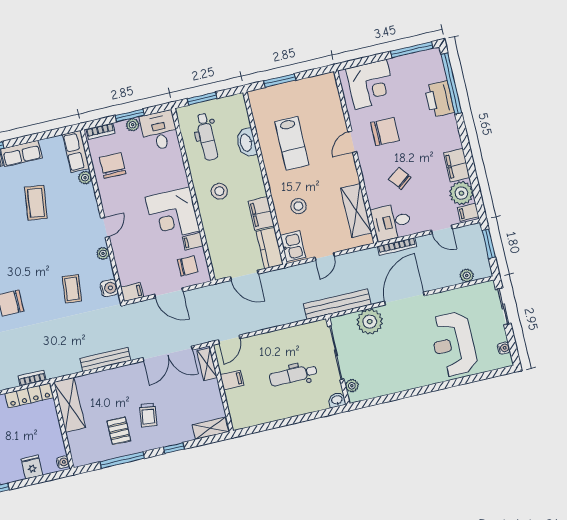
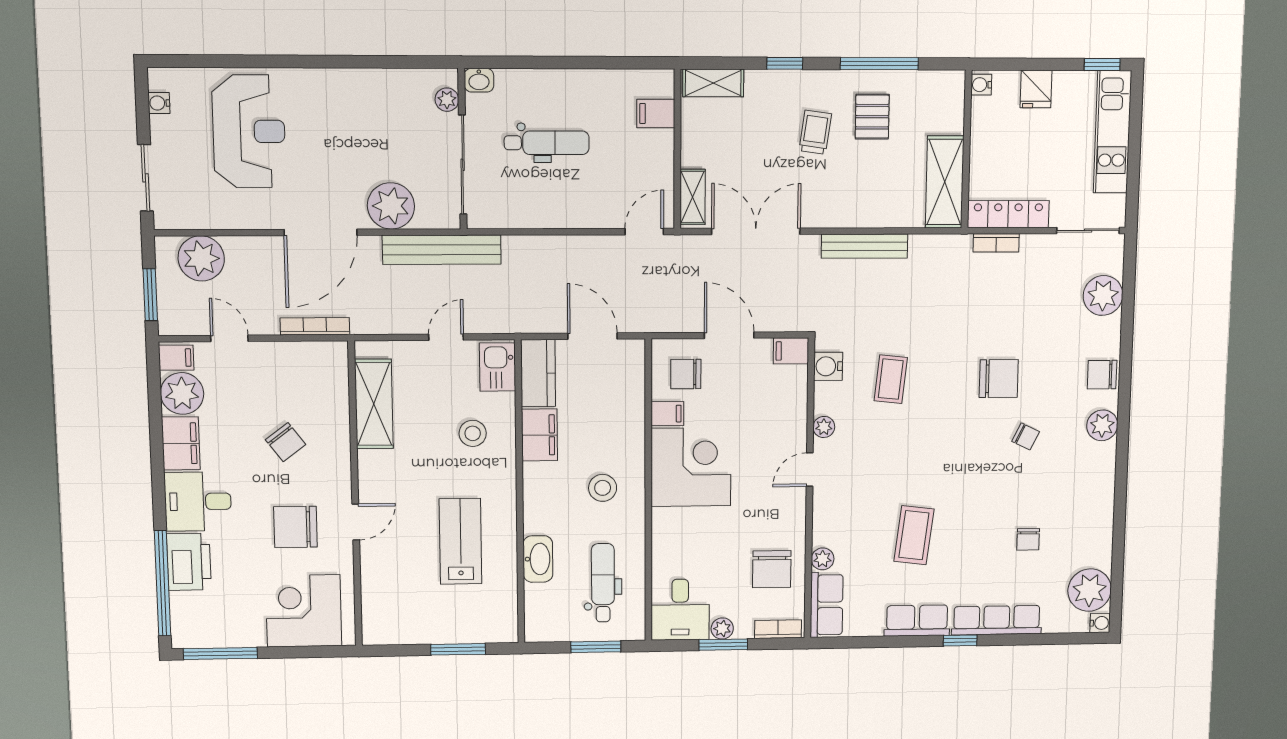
desk: (391, 222) -> (198, 501), moved, turned 180
plant: (467, 275) -> (201, 258), width x1.87, depth x1.87
filing cabinet: (232, 380) -> (656, 113), moved

